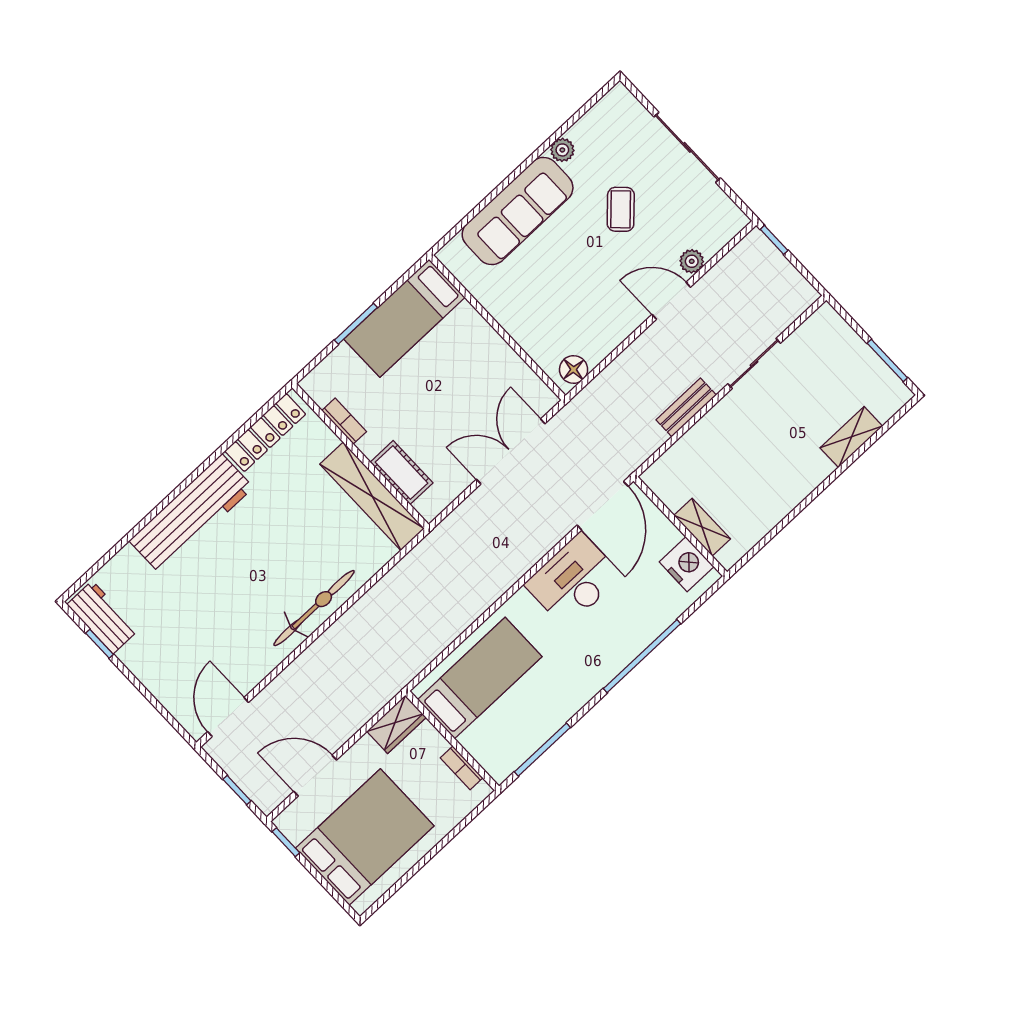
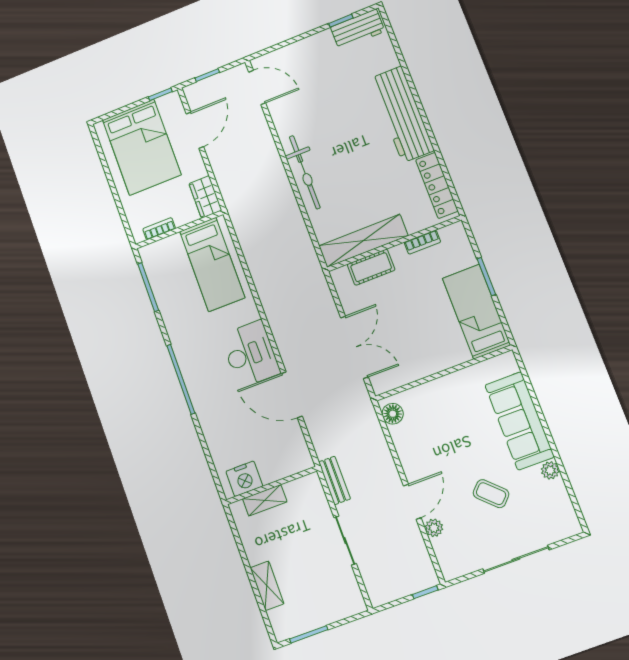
wall: (680, 526) -> (271, 485), moved
shelving: (702, 527) -> (265, 500), moved
nightstand: (687, 564) -> (244, 479), moved

